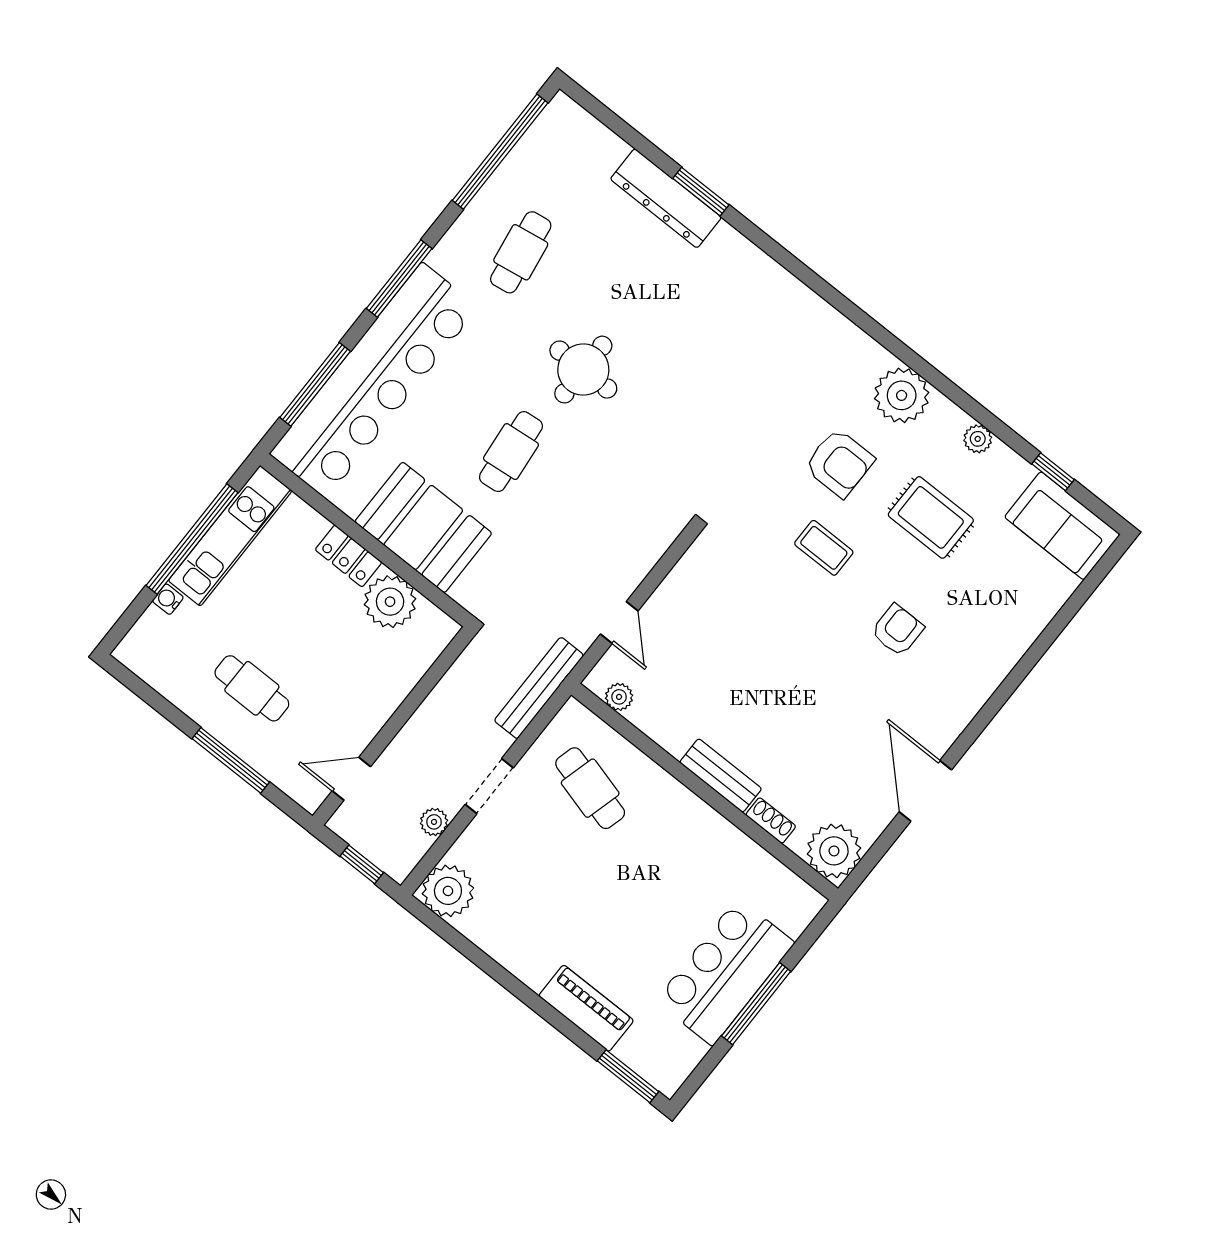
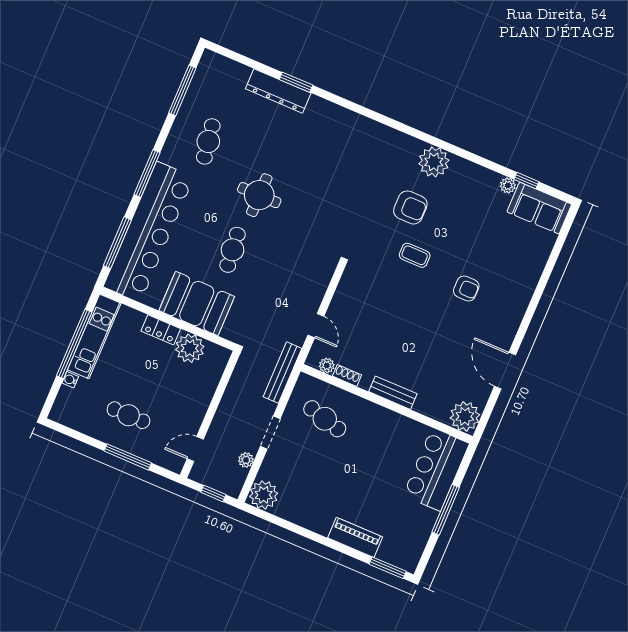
window: (500, 152) -> (182, 90), width x0.68
plant: (978, 439) -> (508, 185), moved
rug: (931, 517) -> (468, 223), removed
armchair: (897, 630) -> (466, 288), turned 90
shoe rack: (771, 821) -> (347, 375), moved
bar counter: (725, 972) -> (436, 469), moved

